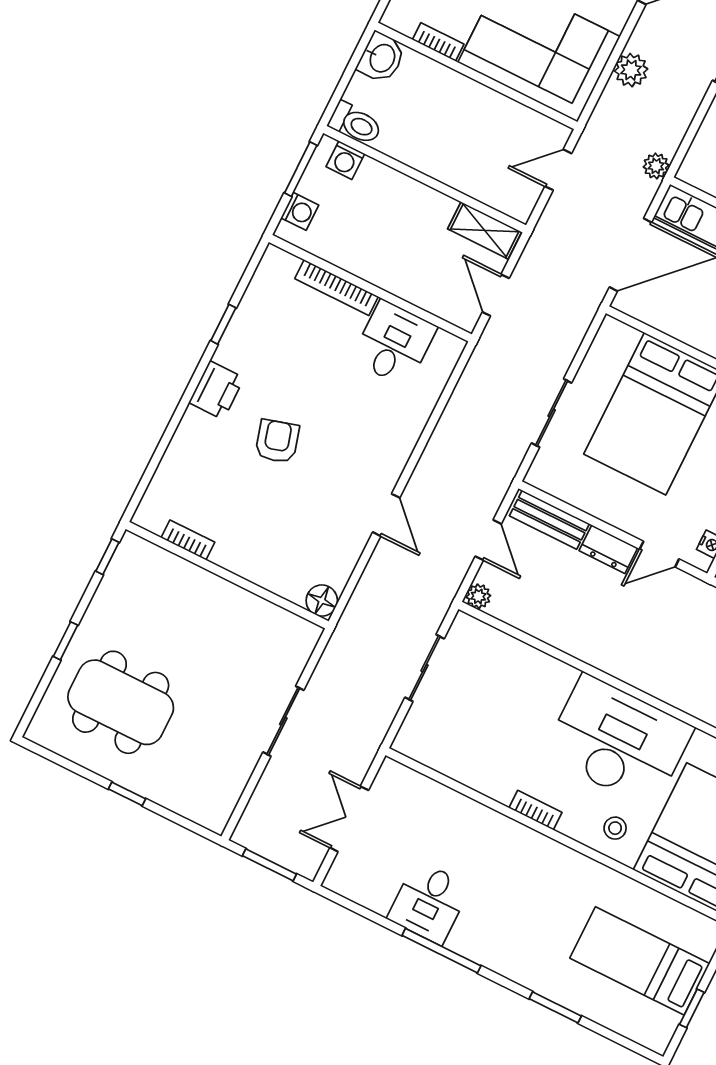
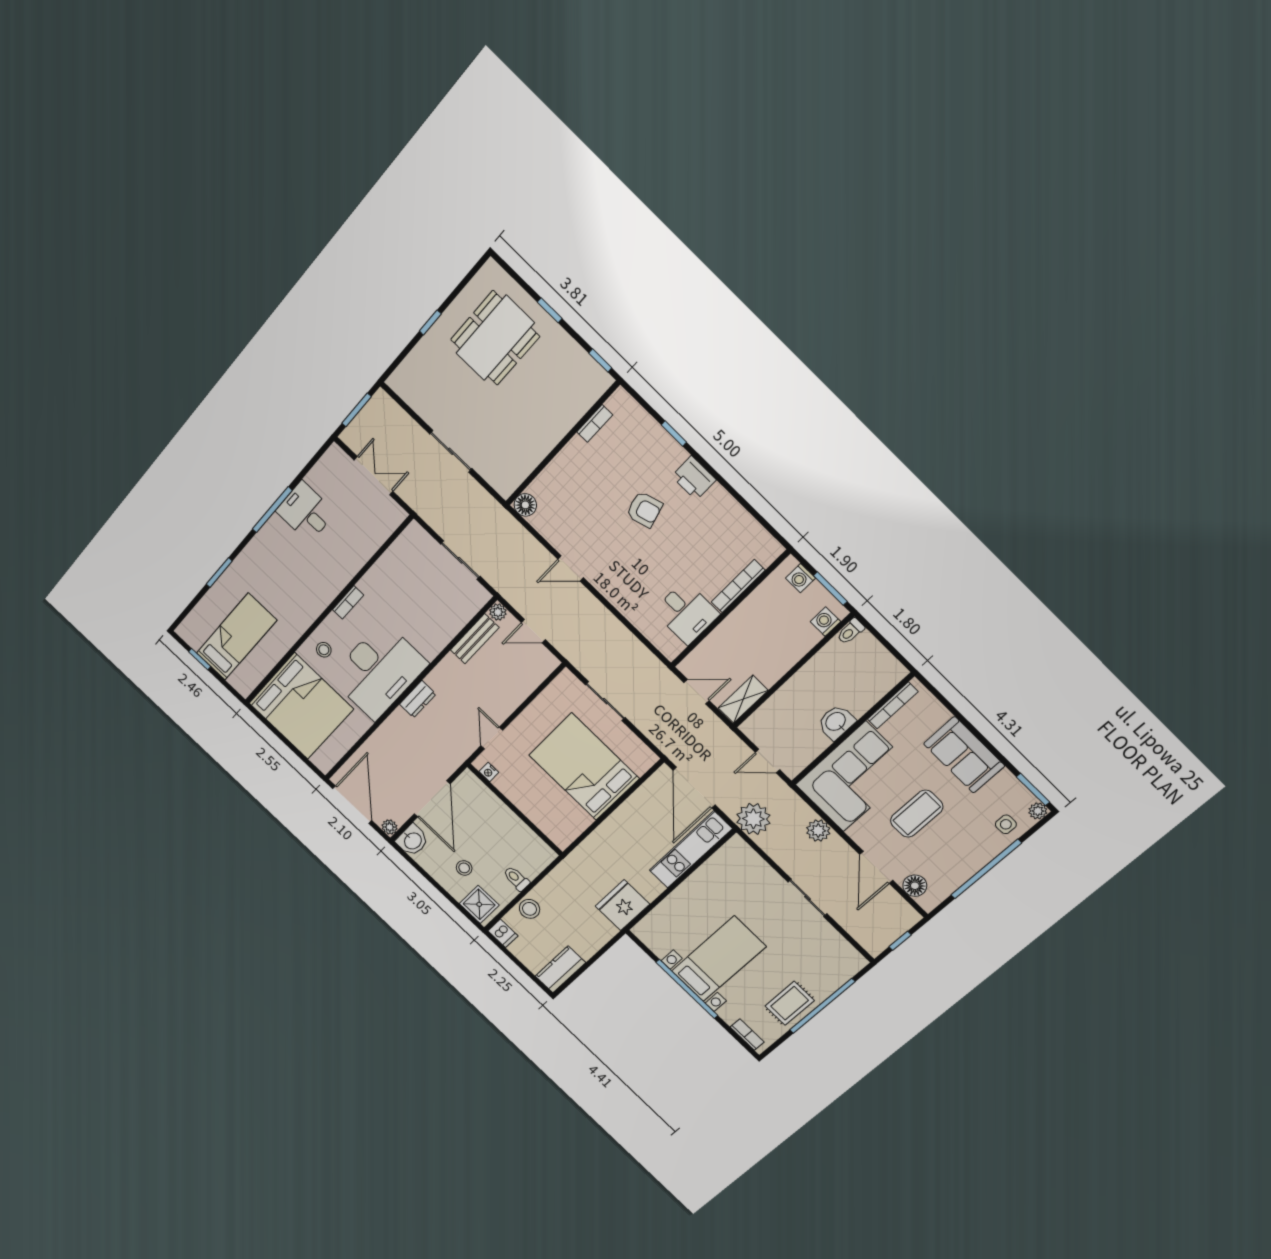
bookcase: (438, 42) -> (893, 705), width x1.56
washbasin: (381, 58) -> (836, 722), moved, turned 90
toilet: (355, 124) -> (850, 631), width x0.73, depth x0.72
plant: (656, 166) -> (753, 819), width x1.87, depth x1.87
door: (558, 170) -> (768, 761), swing flipped
window: (223, 324) -> (674, 433), moved
bench: (549, 520) -> (475, 639), moved
dresser: (608, 549) -> (418, 699), moved, turned 180

